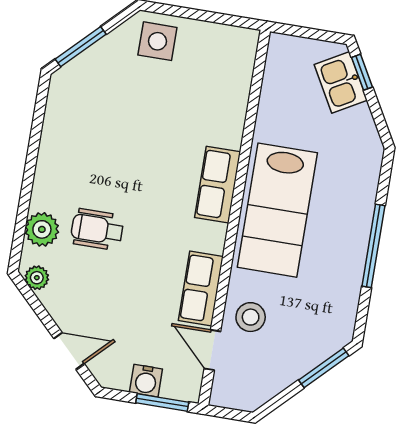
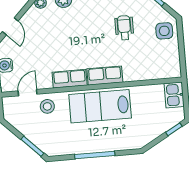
kitchen sink: (341, 82) -> (174, 95), moved, turned -61
wheelchair: (97, 229) -> (124, 28), moved
row of seats: (201, 289) -> (70, 79), moved

